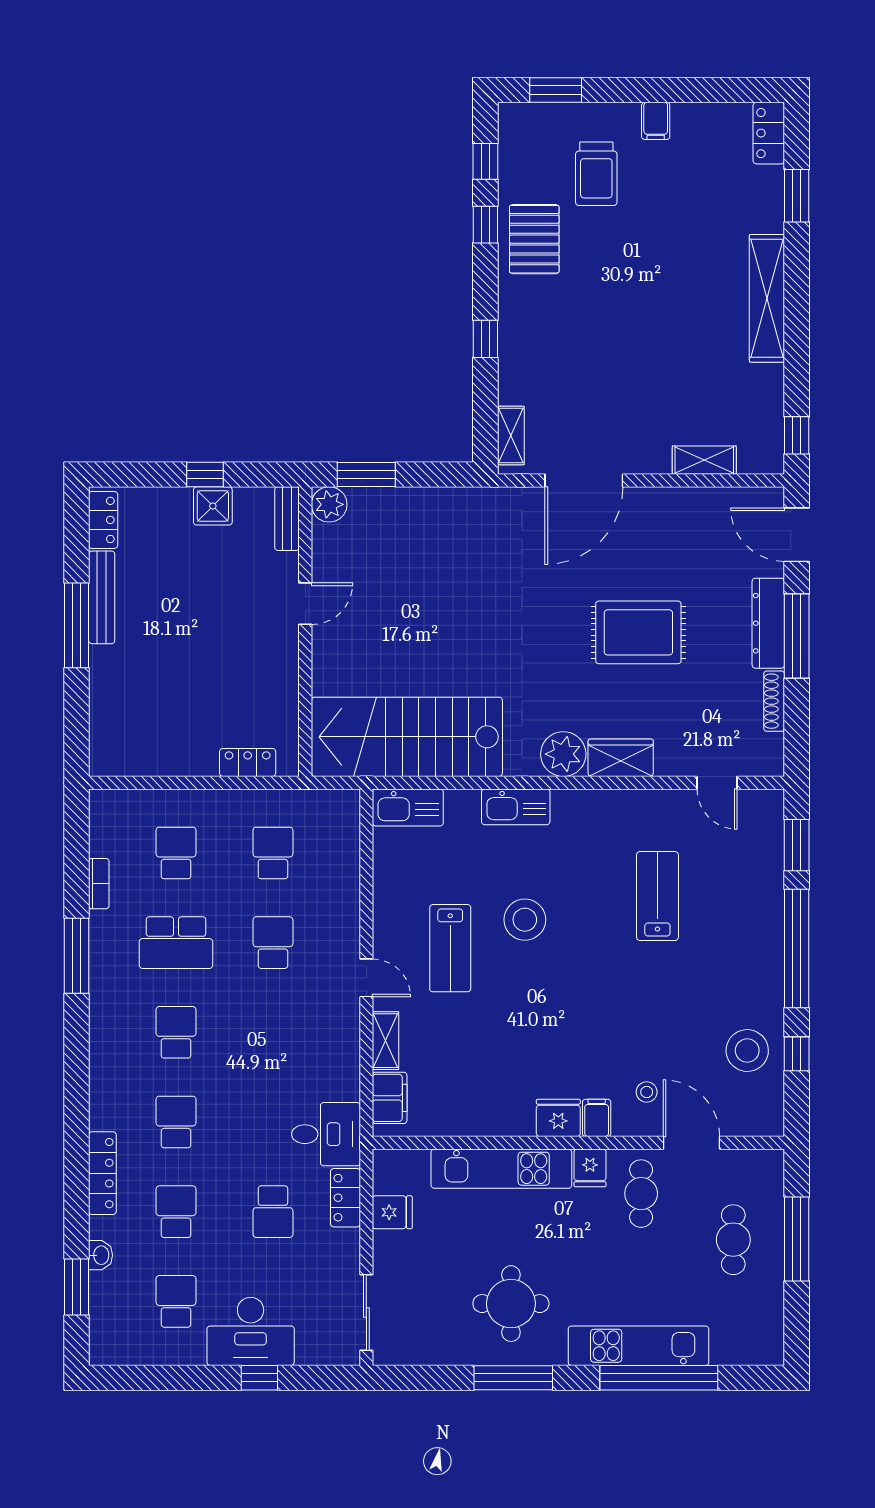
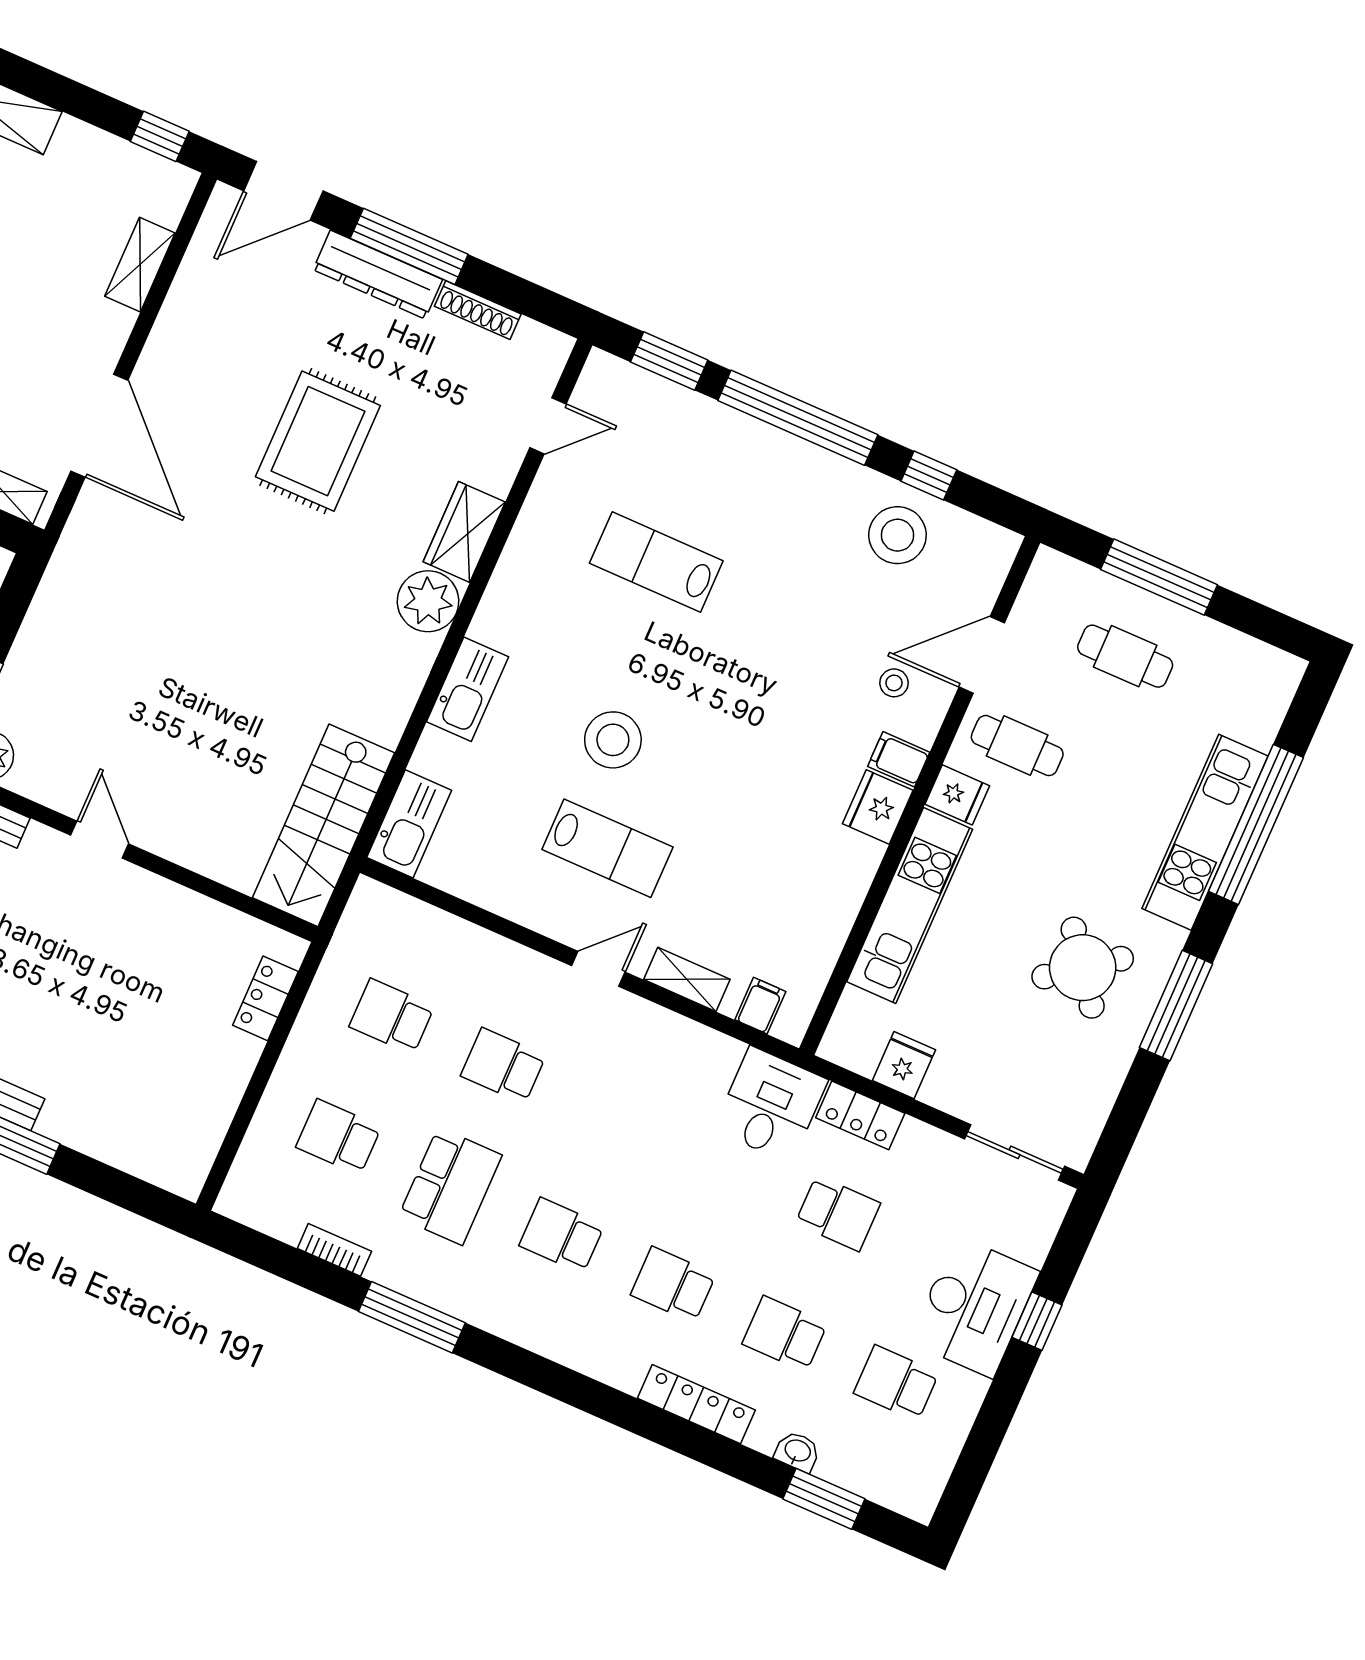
stairs: (407, 737) -> (323, 825), width x0.73, depth x0.66
filing cabinet: (390, 1098) -> (760, 1006), width x0.50
round table: (511, 1304) -> (1083, 968), turned -37

